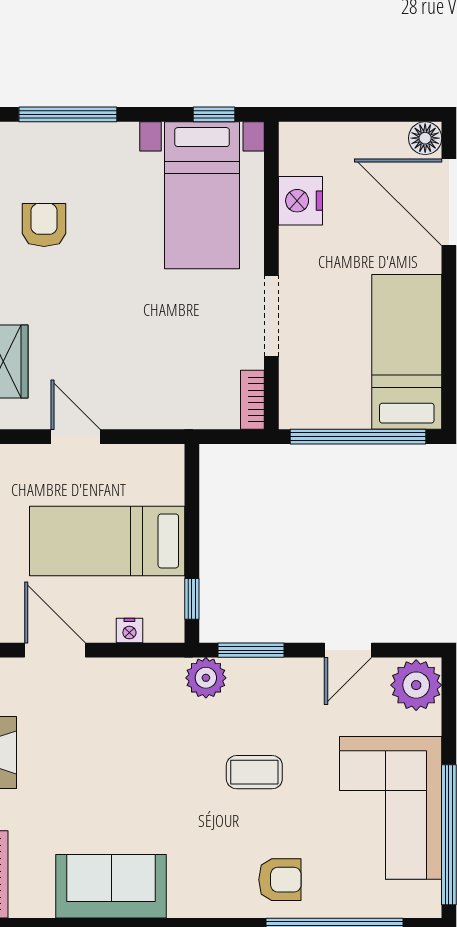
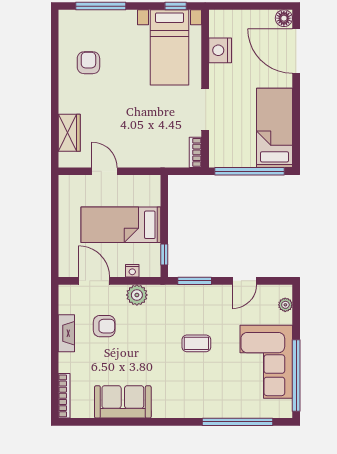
plant: (206, 678) -> (137, 295), moved
plant: (416, 685) -> (285, 305), width x0.53, depth x0.53
armchair: (280, 880) -> (104, 326), moved

